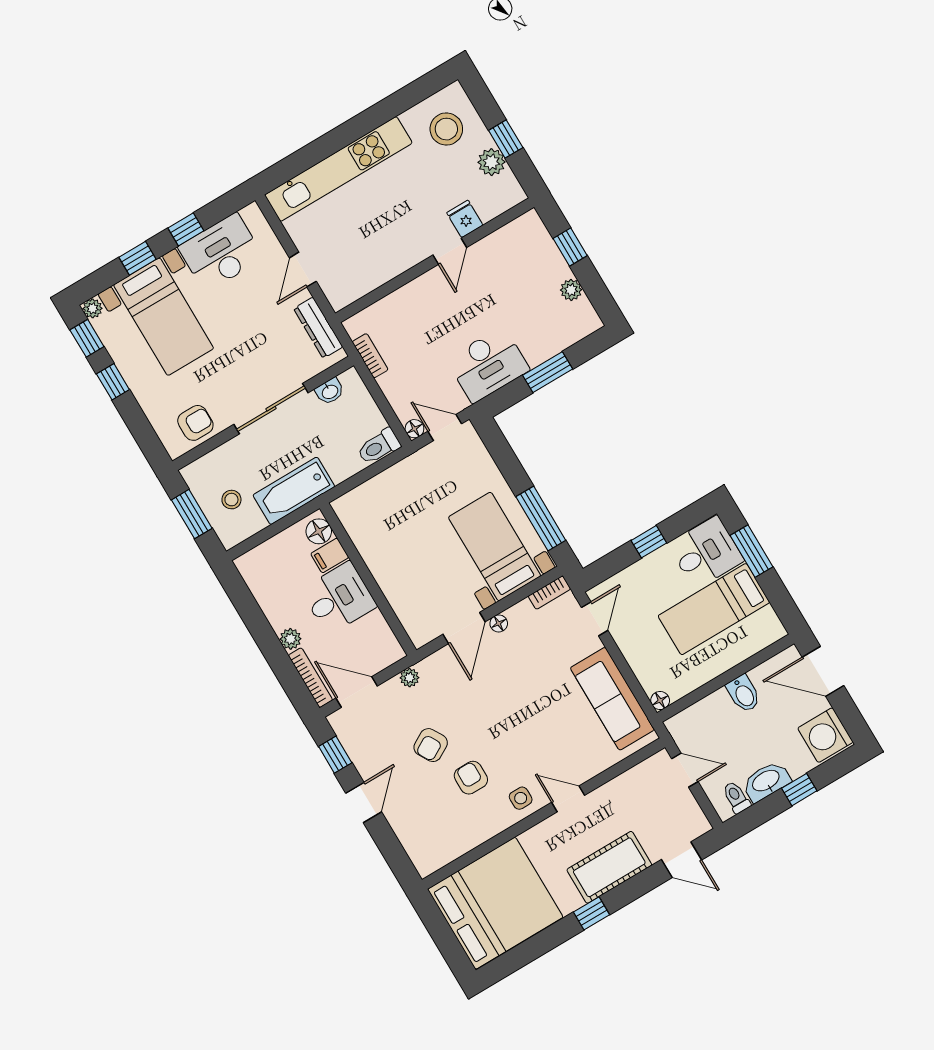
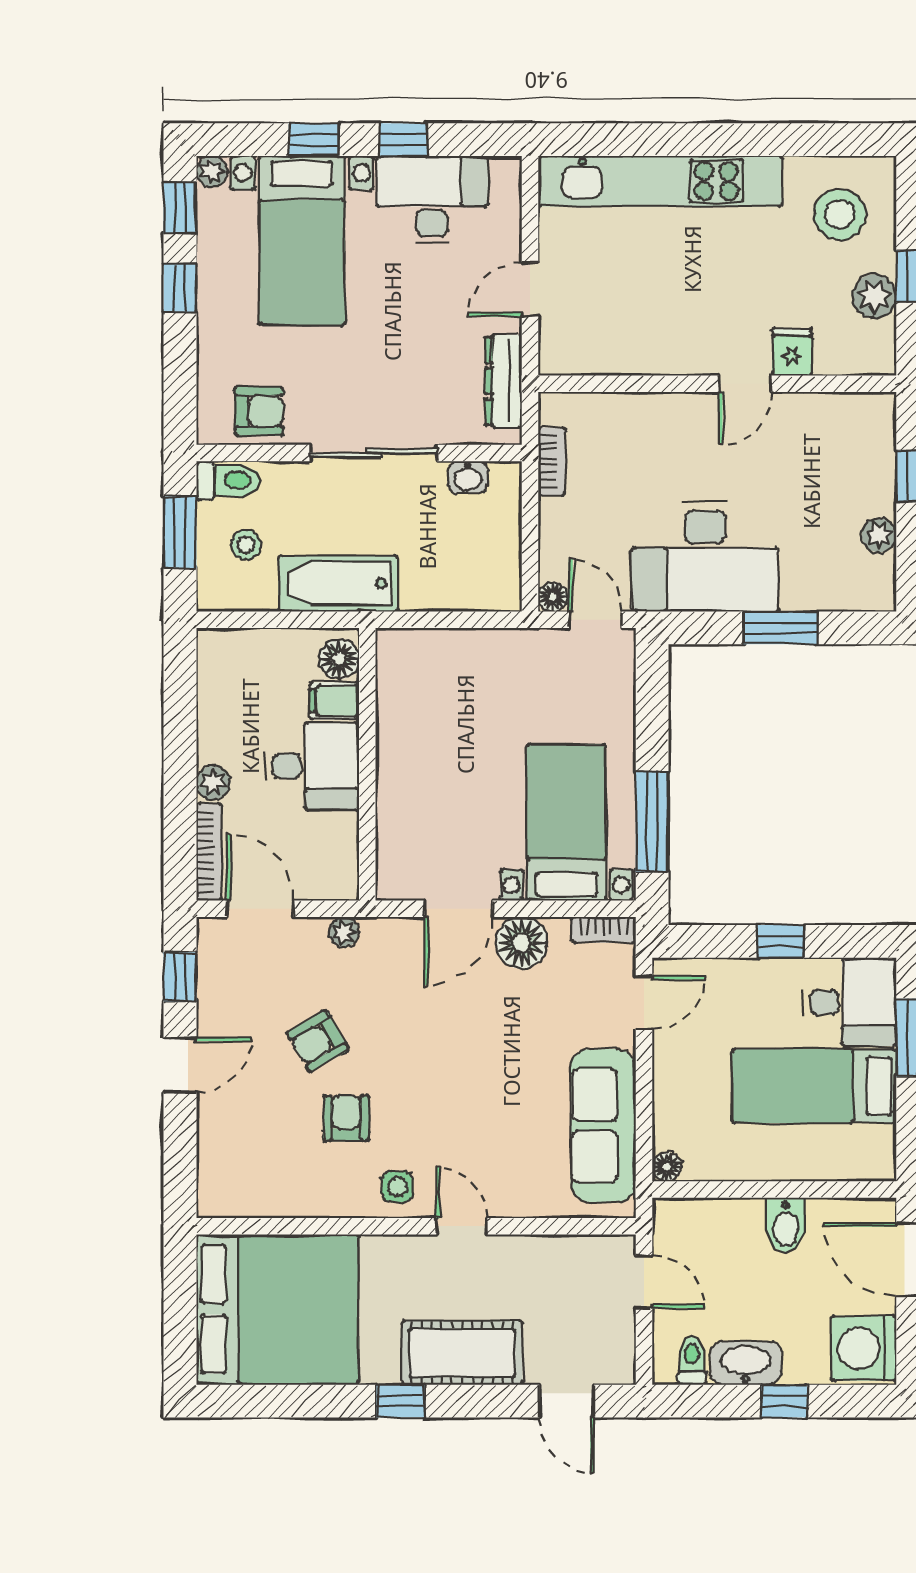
desk: (488, 365) -> (705, 557), width x1.36, depth x1.30
toilet: (379, 447) -> (228, 481), moved, turned 180
floor lamp: (499, 623) -> (522, 943), width x1.89, depth x1.89

